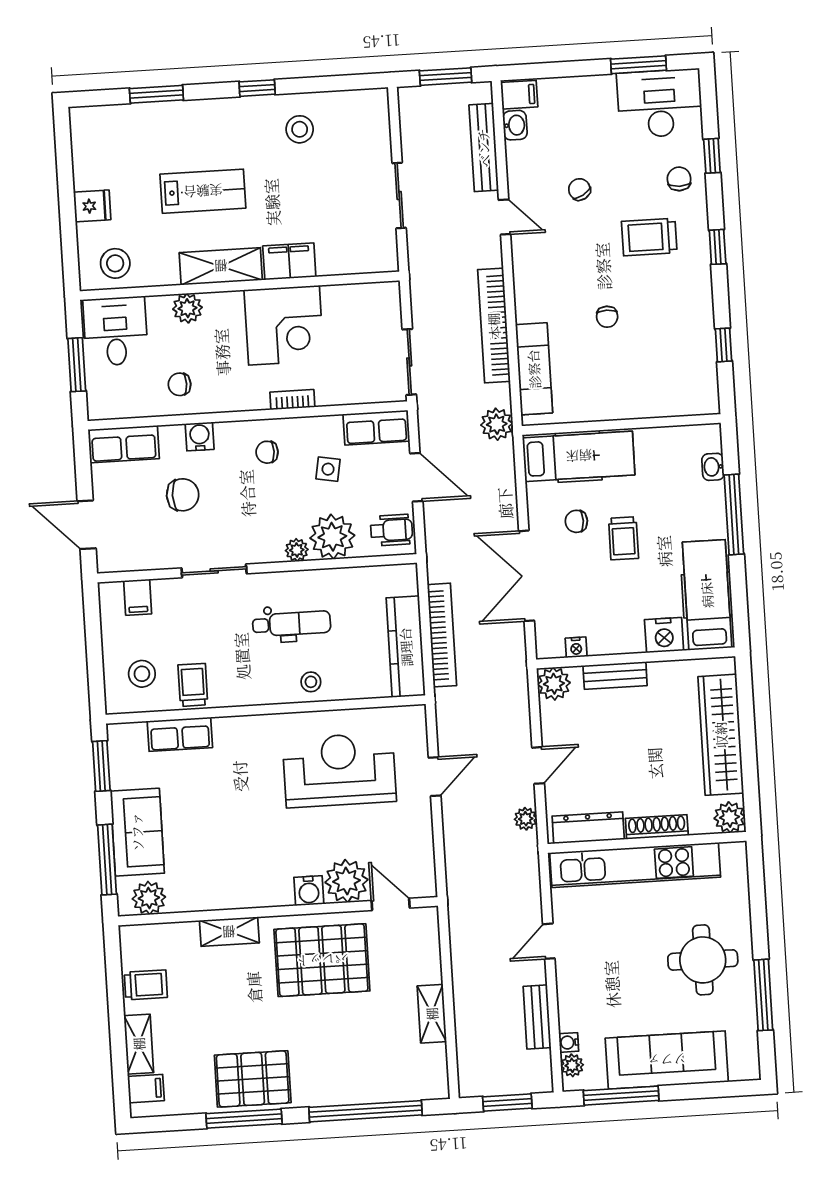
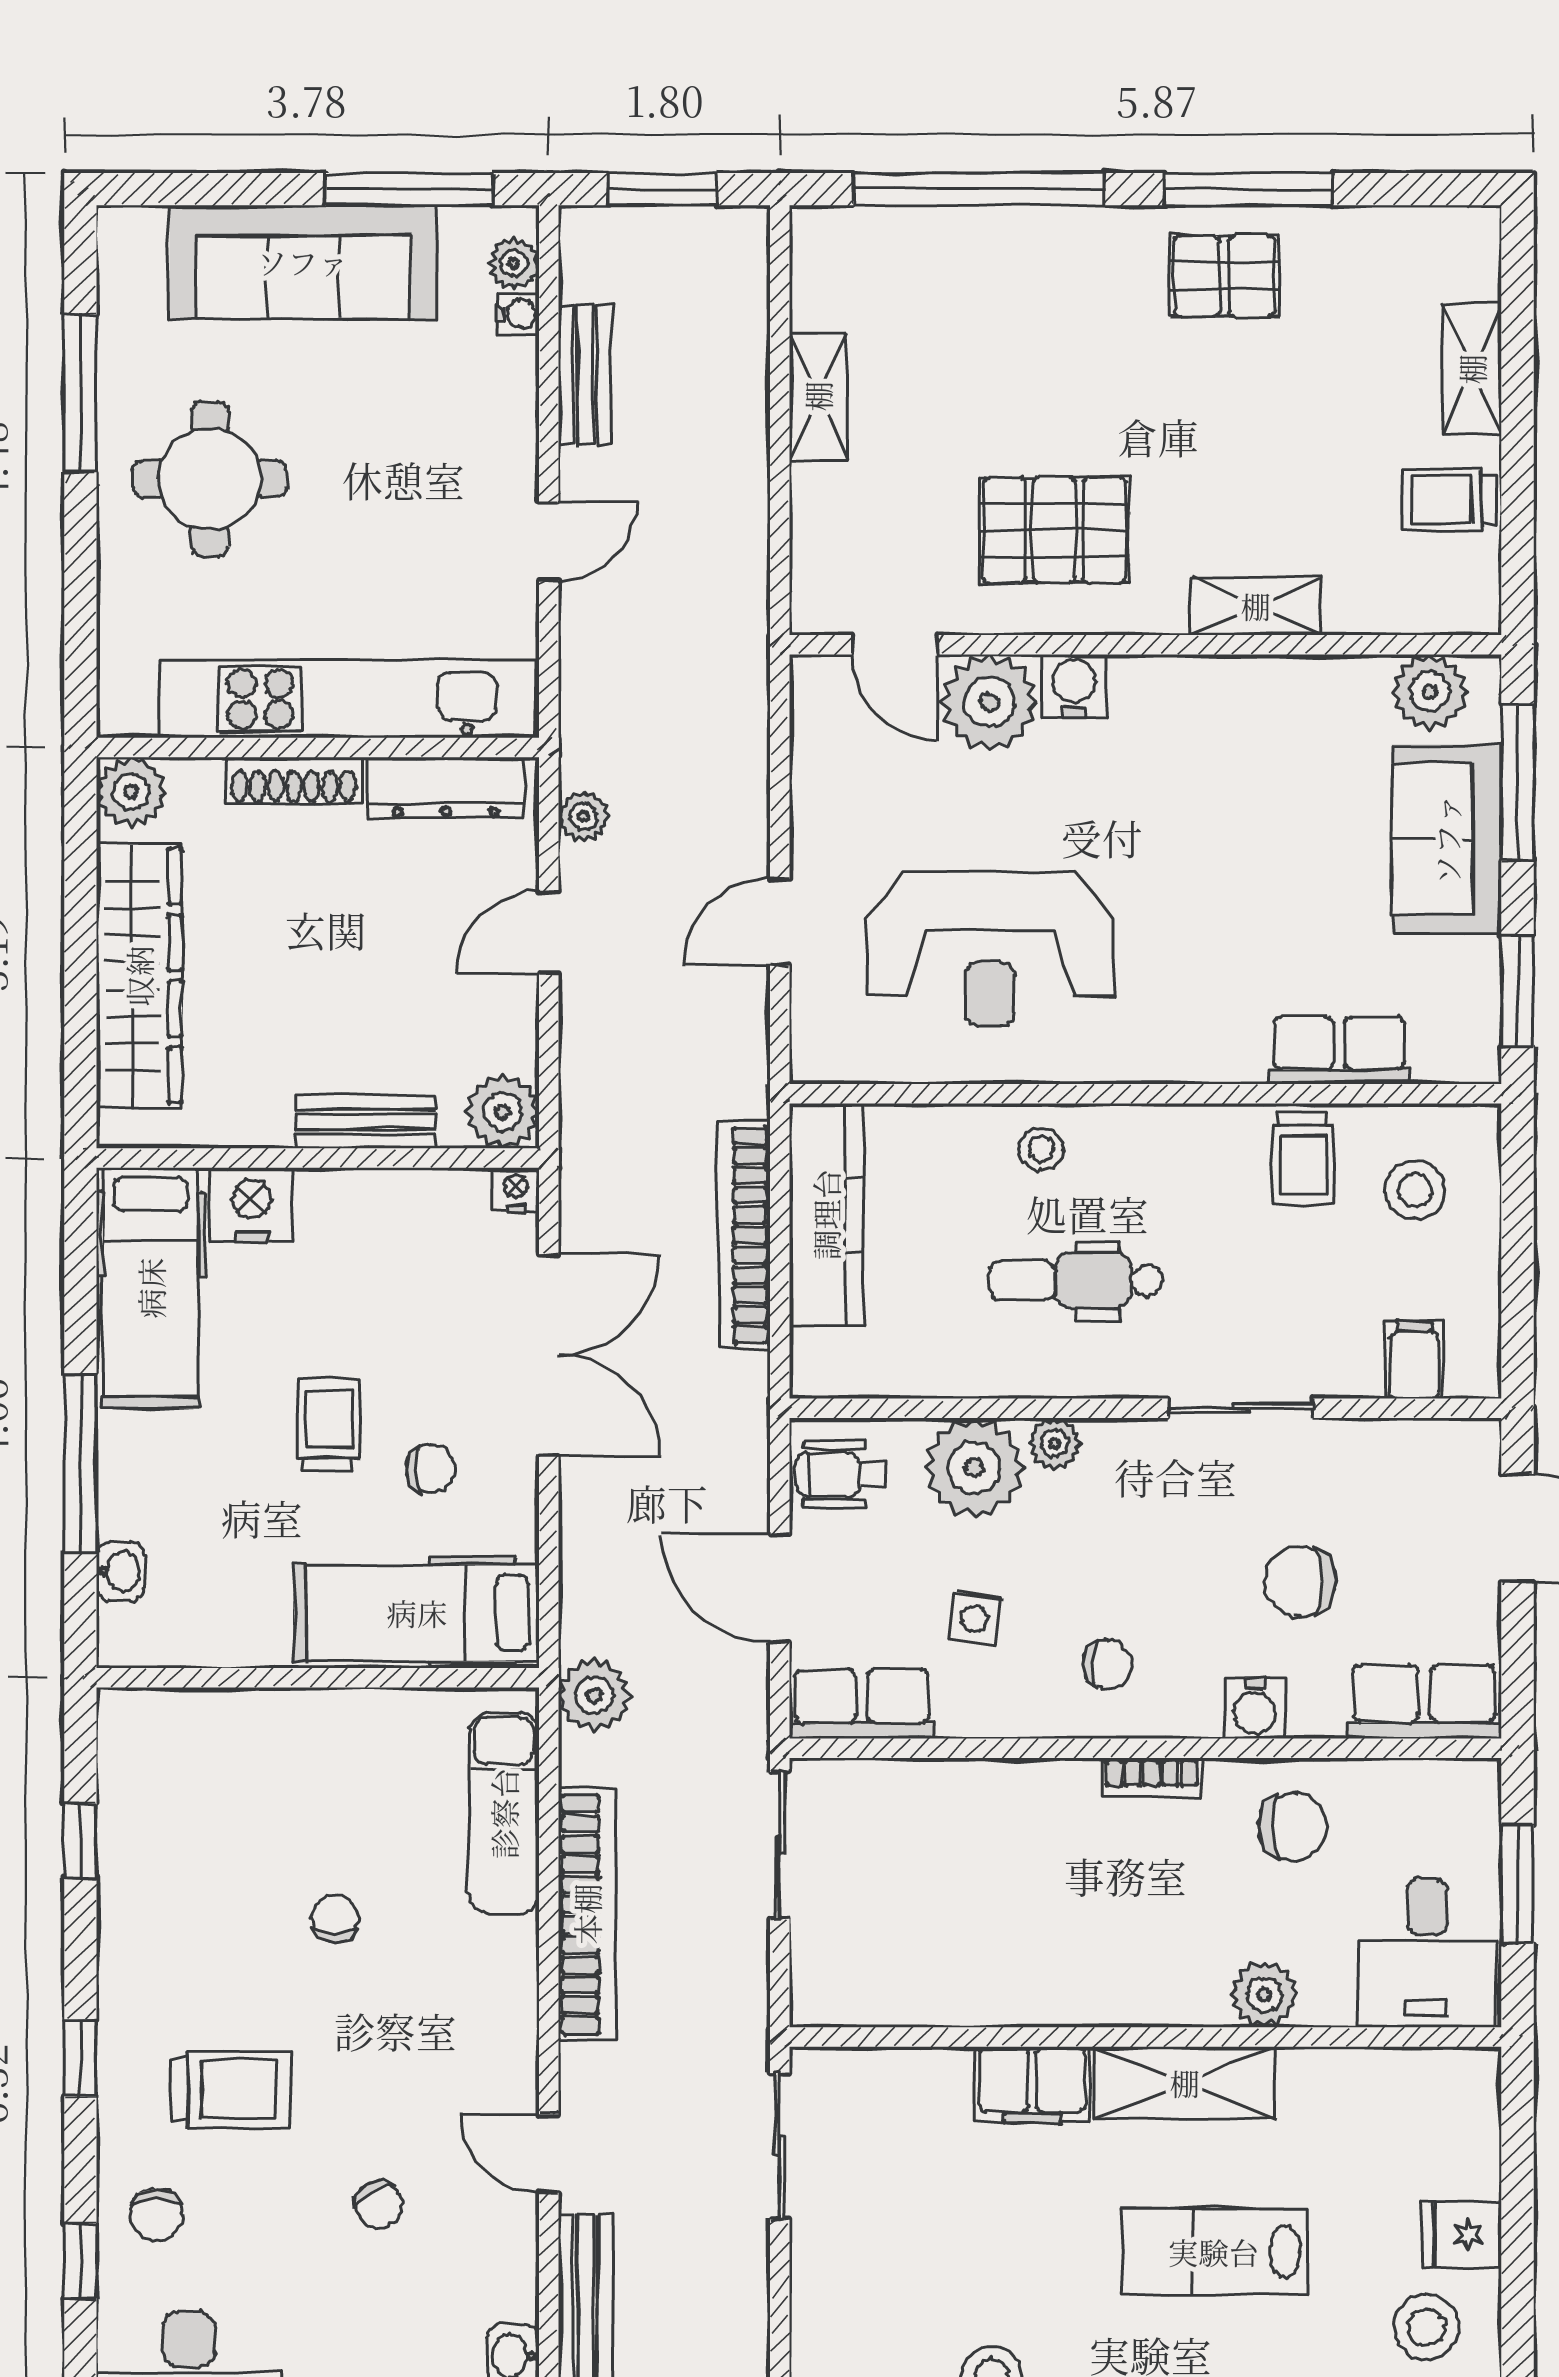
sliding door: (399, 196) -> (780, 2146), moved
stool: (115, 263) -> (1427, 2327), moved
corner desk: (284, 325) -> (1053, 1943), removed
chair: (180, 384) -> (1292, 1827), width x1.37, depth x1.37
bookcase: (292, 400) -> (1152, 1778), moved
nightstand: (576, 647) -> (516, 1189), moved
pallet: (322, 960) -> (1054, 530), width x0.73, depth x0.71
pallet: (253, 1079) -> (1224, 276), width x0.67, depth x0.71
filing cabinet: (146, 1089) -> (1462, 269), removed

